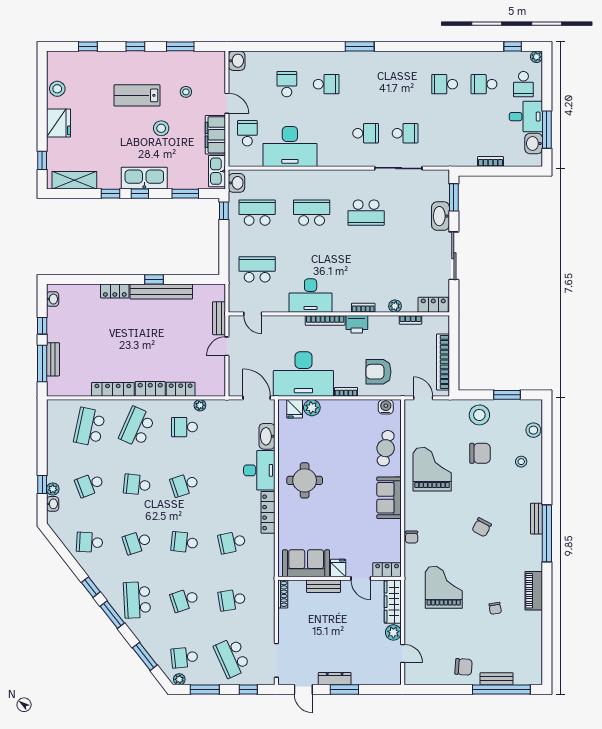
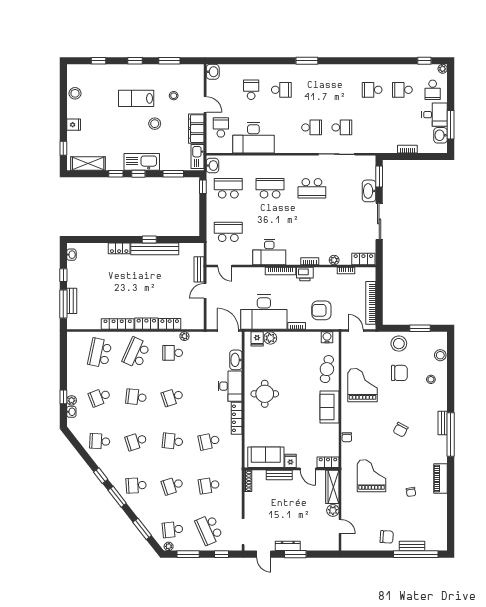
fridge: (59, 123) -> (74, 125), width x0.53, depth x0.75
school desk: (137, 600) -> (136, 485), width x0.54

